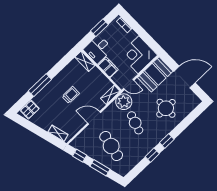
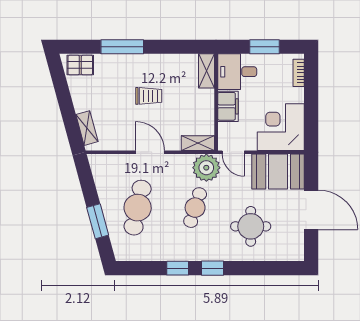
window: (80, 156) -> (87, 182), removed

